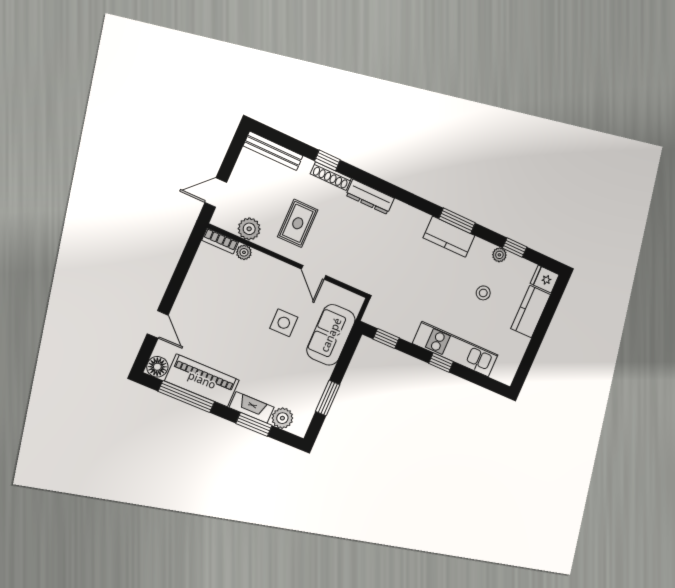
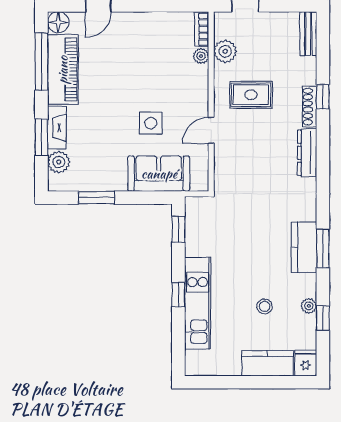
bench: (273, 151) -> (308, 34), width x0.73

